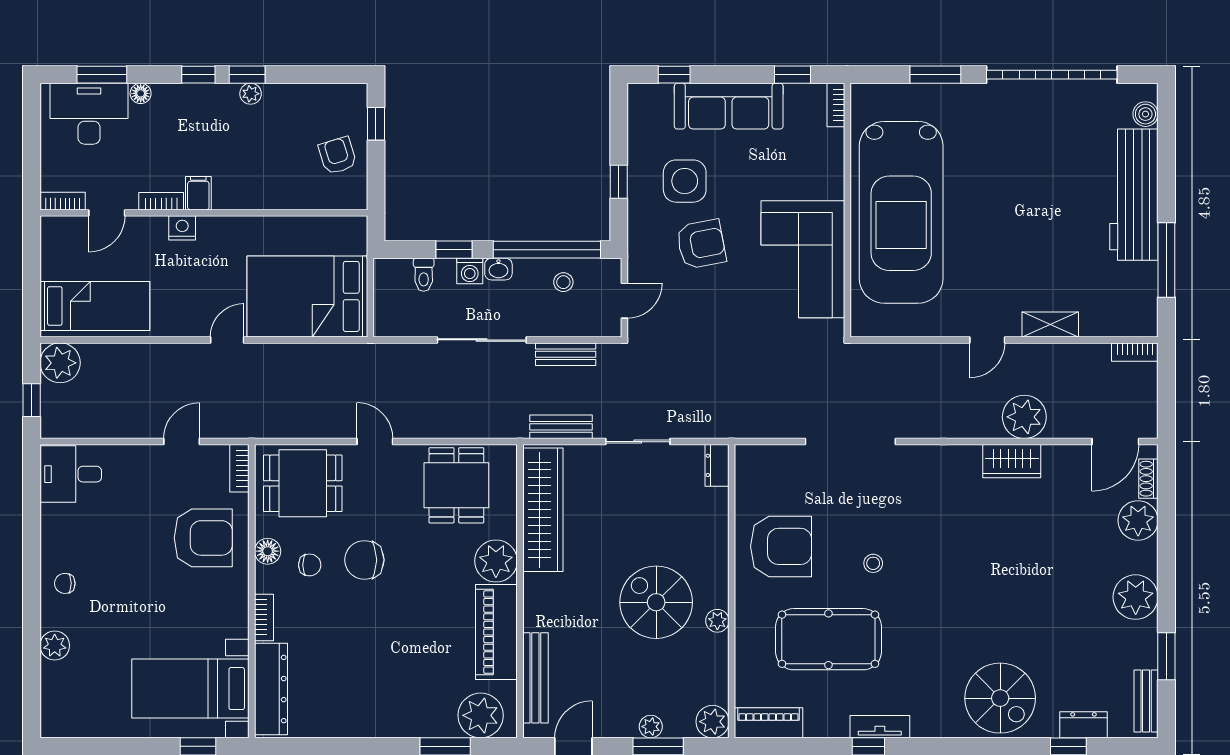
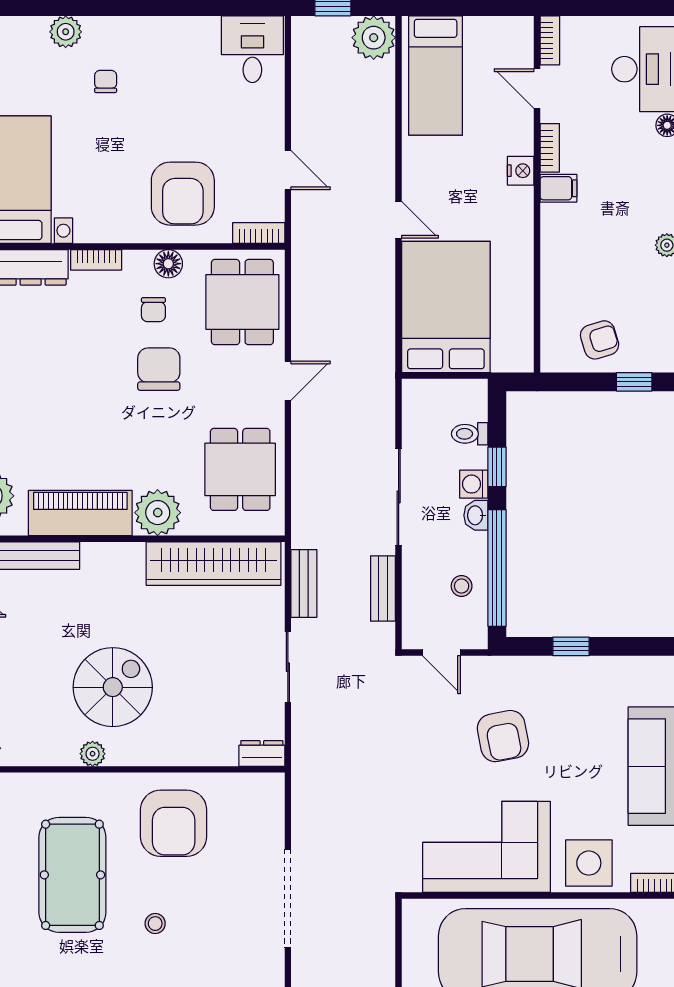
side table: (685, 181) -> (589, 863), moved
dining table: (456, 485) -> (240, 469), turned 90
chair: (65, 583) -> (106, 81), moved

